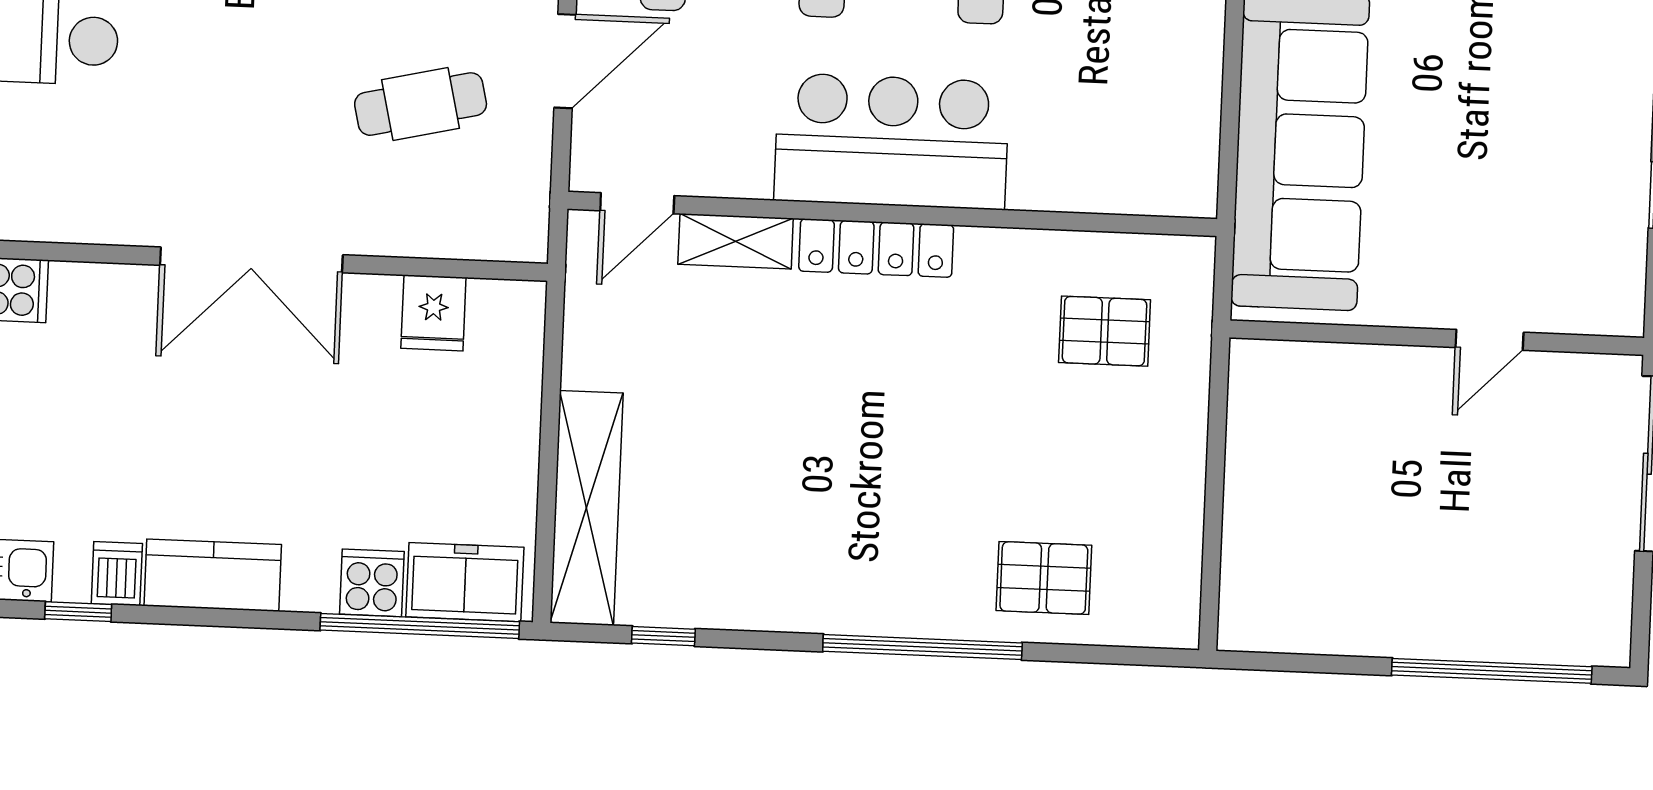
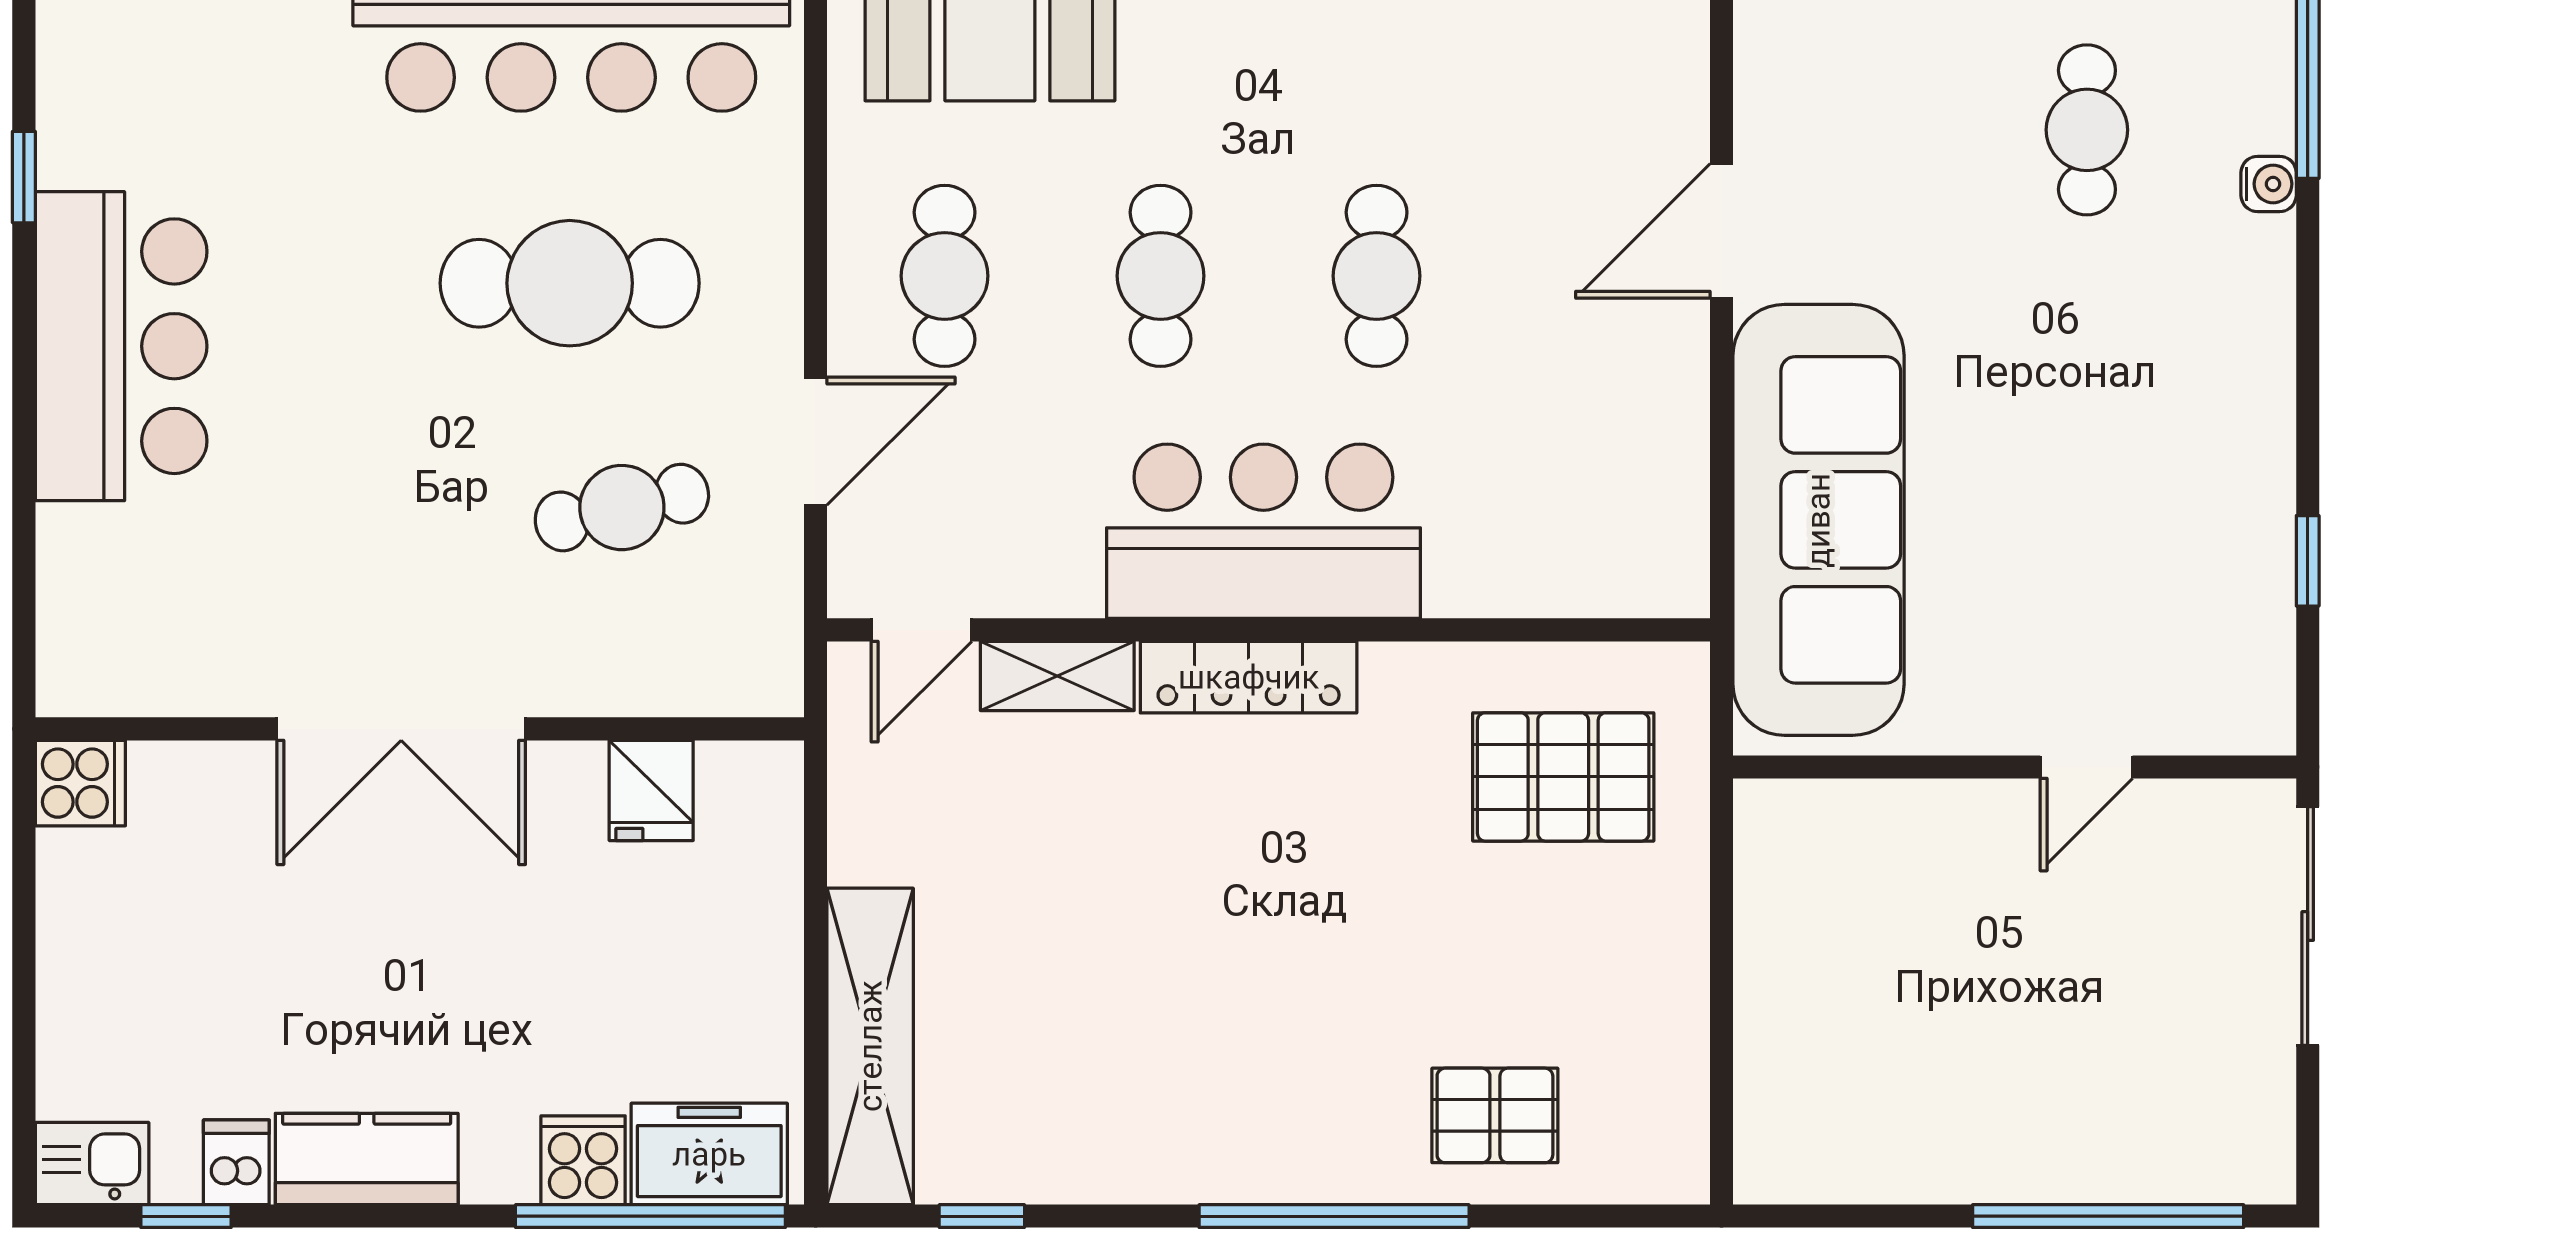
pallet: (1105, 331) -> (1563, 777), width x1.50, depth x1.42

